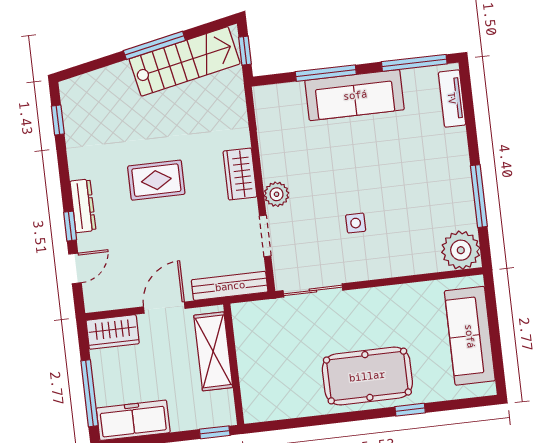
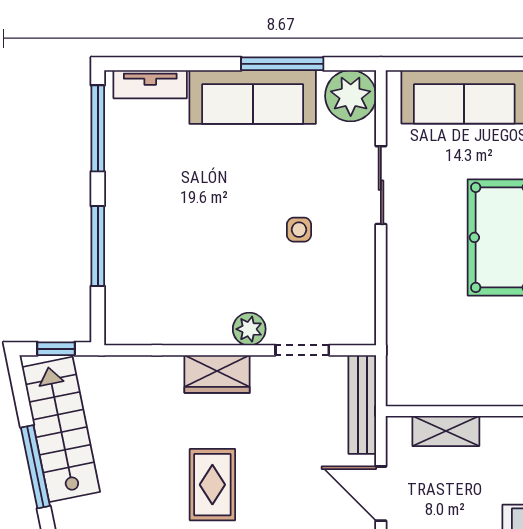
sofa: (355, 95) -> (253, 97), moved, turned 90
sliding door: (313, 290) -> (381, 185), moved
shelving: (213, 351) -> (446, 431), width x0.67, depth x0.75

